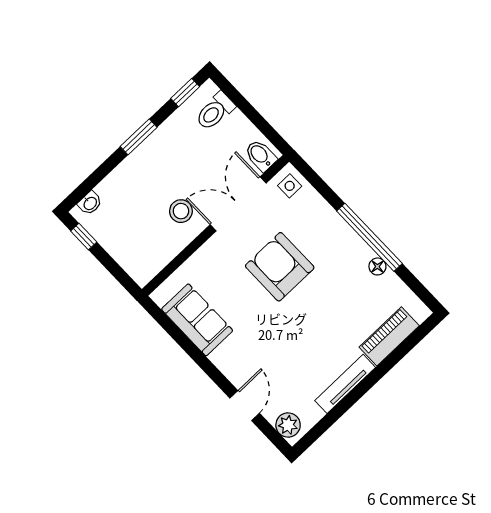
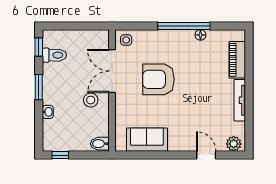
toilet: (215, 111) -> (54, 55), moved, turned -90
bidet: (260, 155) -> (100, 144), moved
washbasin: (90, 203) -> (48, 112), moved

